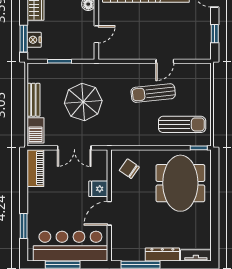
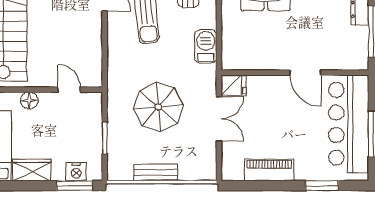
barbecue: (35, 130) -> (206, 46), moved, turned -90
piano: (35, 168) -> (269, 170), moved
chair: (129, 169) -> (246, 46), removed
fridge: (98, 189) -> (234, 85), moved, turned -90

